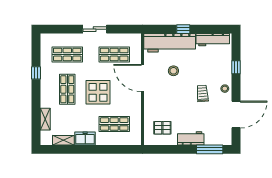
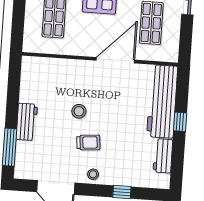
workbench: (213, 40) -> (163, 156), width x0.73
stool: (173, 71) -> (79, 111), moved
pallet: (162, 128) -> (44, 83), removed

